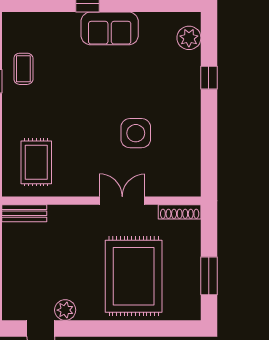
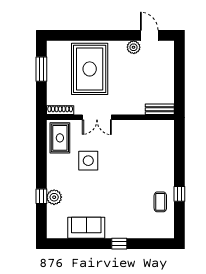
sofa: (110, 28) -> (86, 228), moved
plant: (189, 38) -> (54, 197), moved
rug: (36, 162) -> (60, 138), moved

